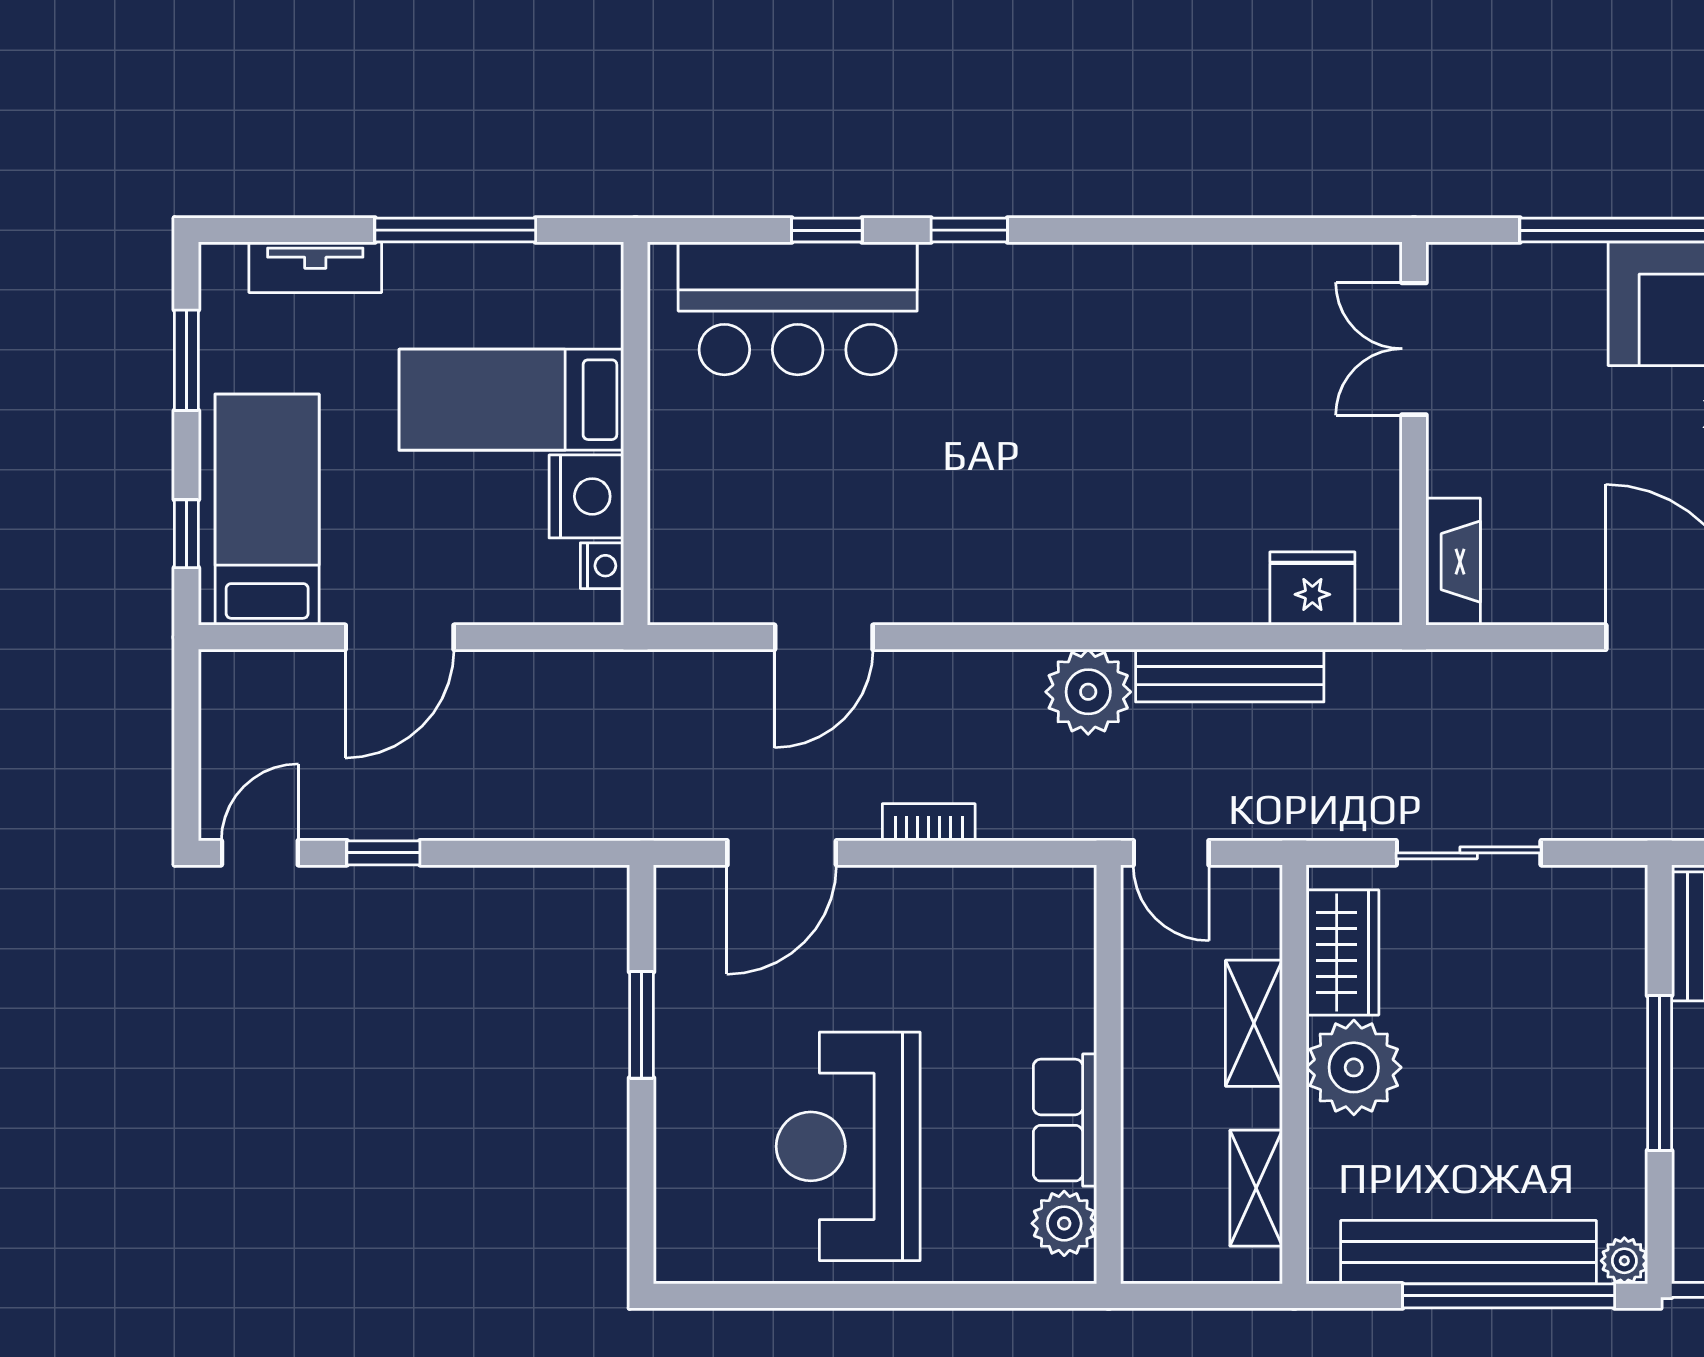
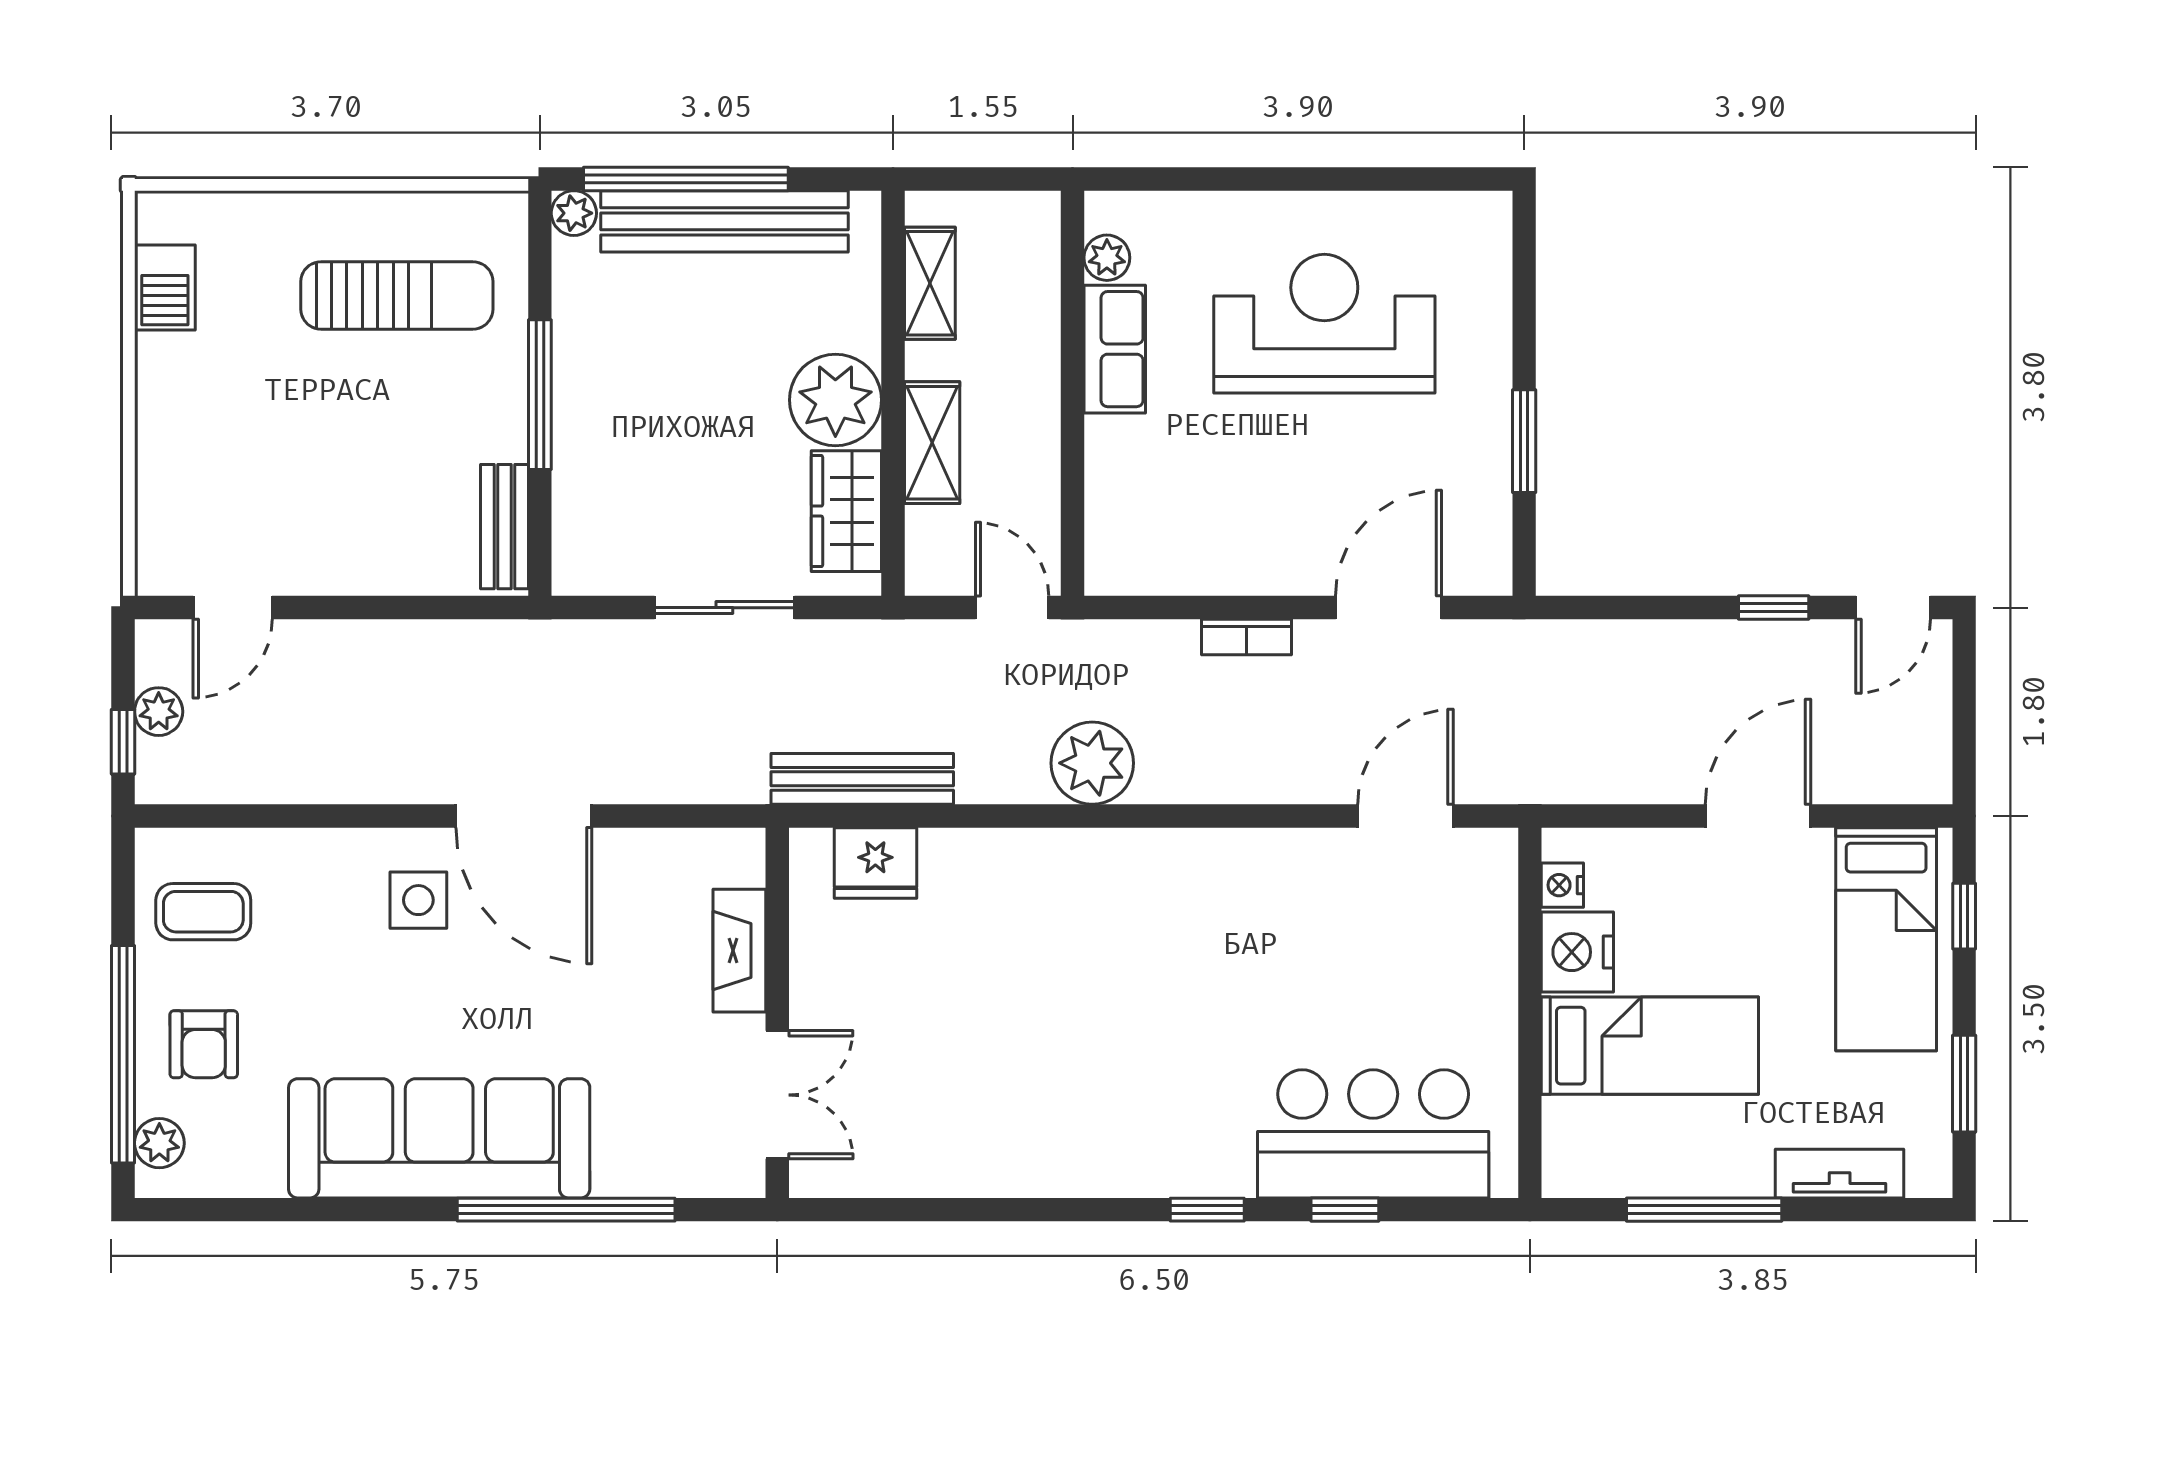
fireplace: (1453, 562) -> (739, 951), moved
door: (824, 637) -> (1405, 816), moved
bench: (1230, 676) -> (862, 779), moved
reception desk: (848, 1146) -> (1324, 324), turned -90
plant: (1064, 1223) -> (1107, 258), width x0.73, depth x0.73

